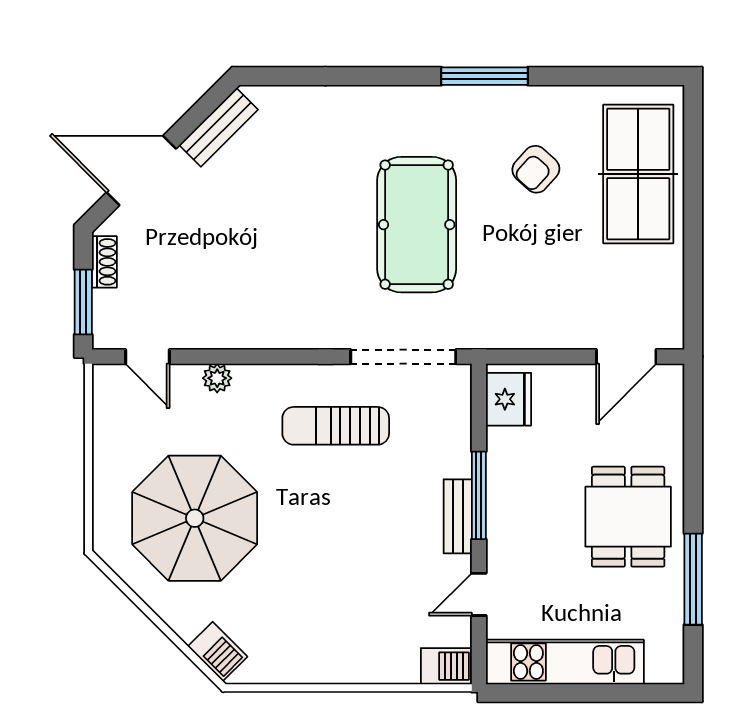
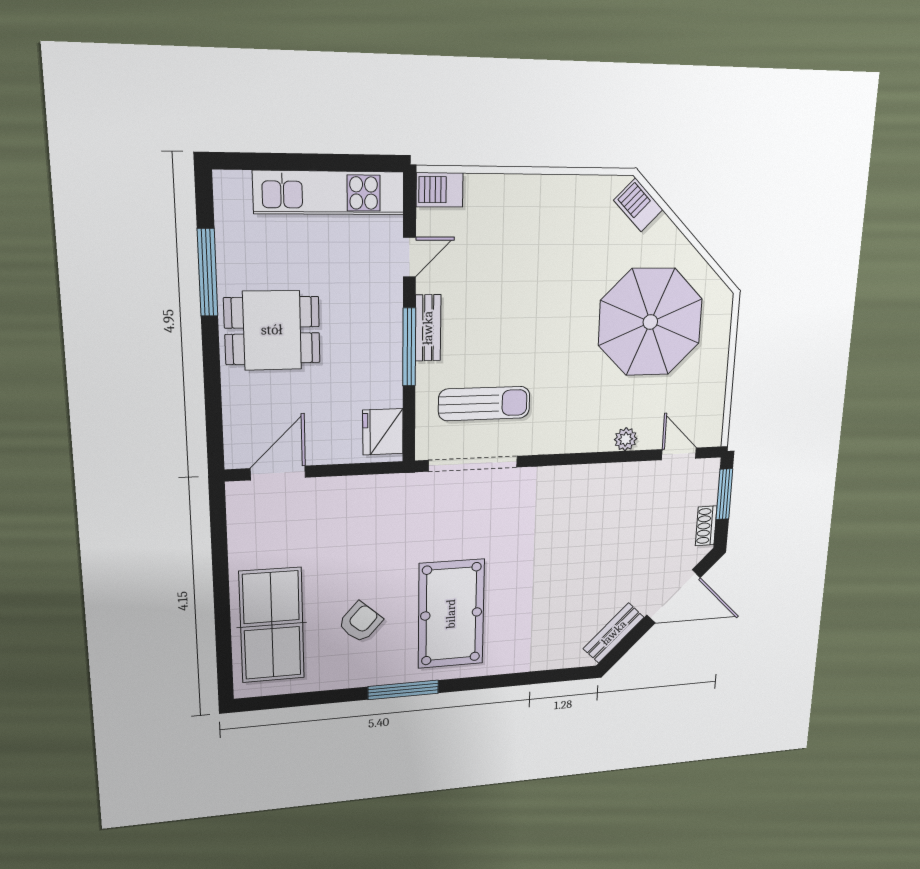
pool table: (417, 225) -> (451, 614), moved
sun lounger: (336, 426) -> (484, 404), moved
dining table: (628, 517) -> (272, 330), turned 90

